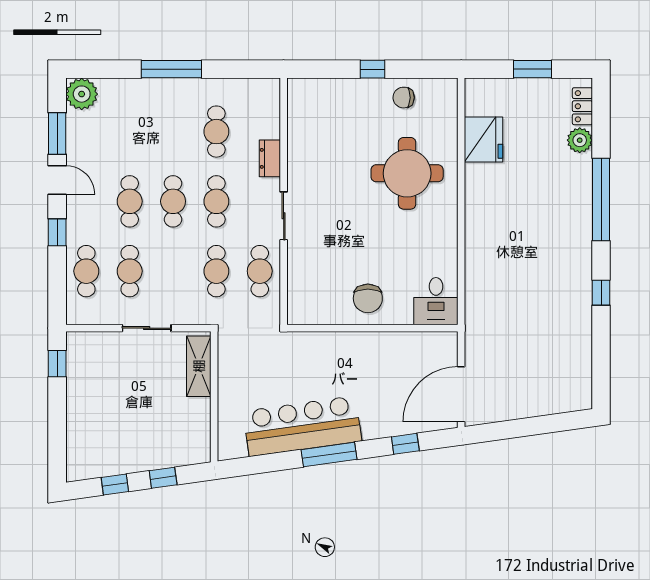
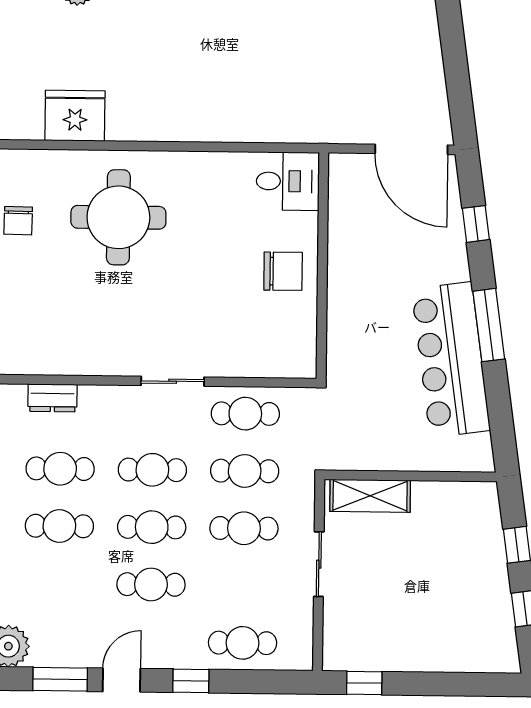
cafe table: (173, 132) -> (59, 526), added
dresser: (270, 158) -> (52, 398), moved
cafe table: (130, 271) -> (244, 528), moved

